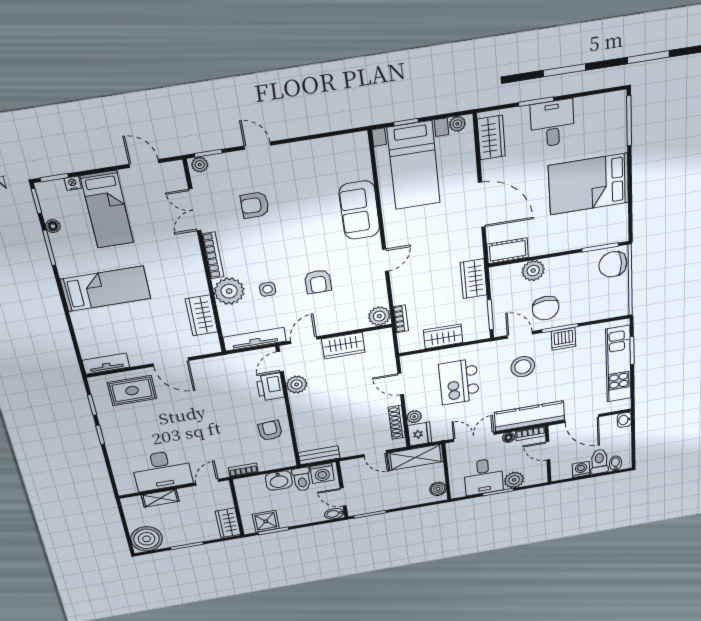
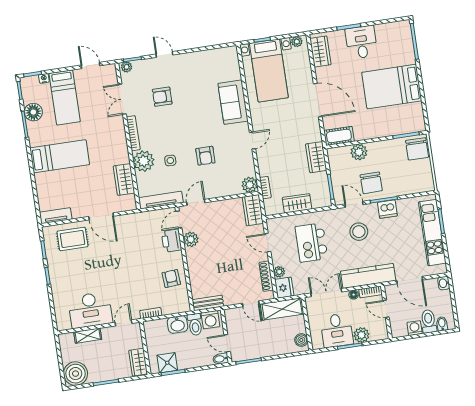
floor lamp: (53, 226) -> (33, 112), width x1.89, depth x1.89
chair: (613, 264) -> (417, 149), turned -90
wardrobe: (343, 346) -> (253, 210), moved, turned 90

